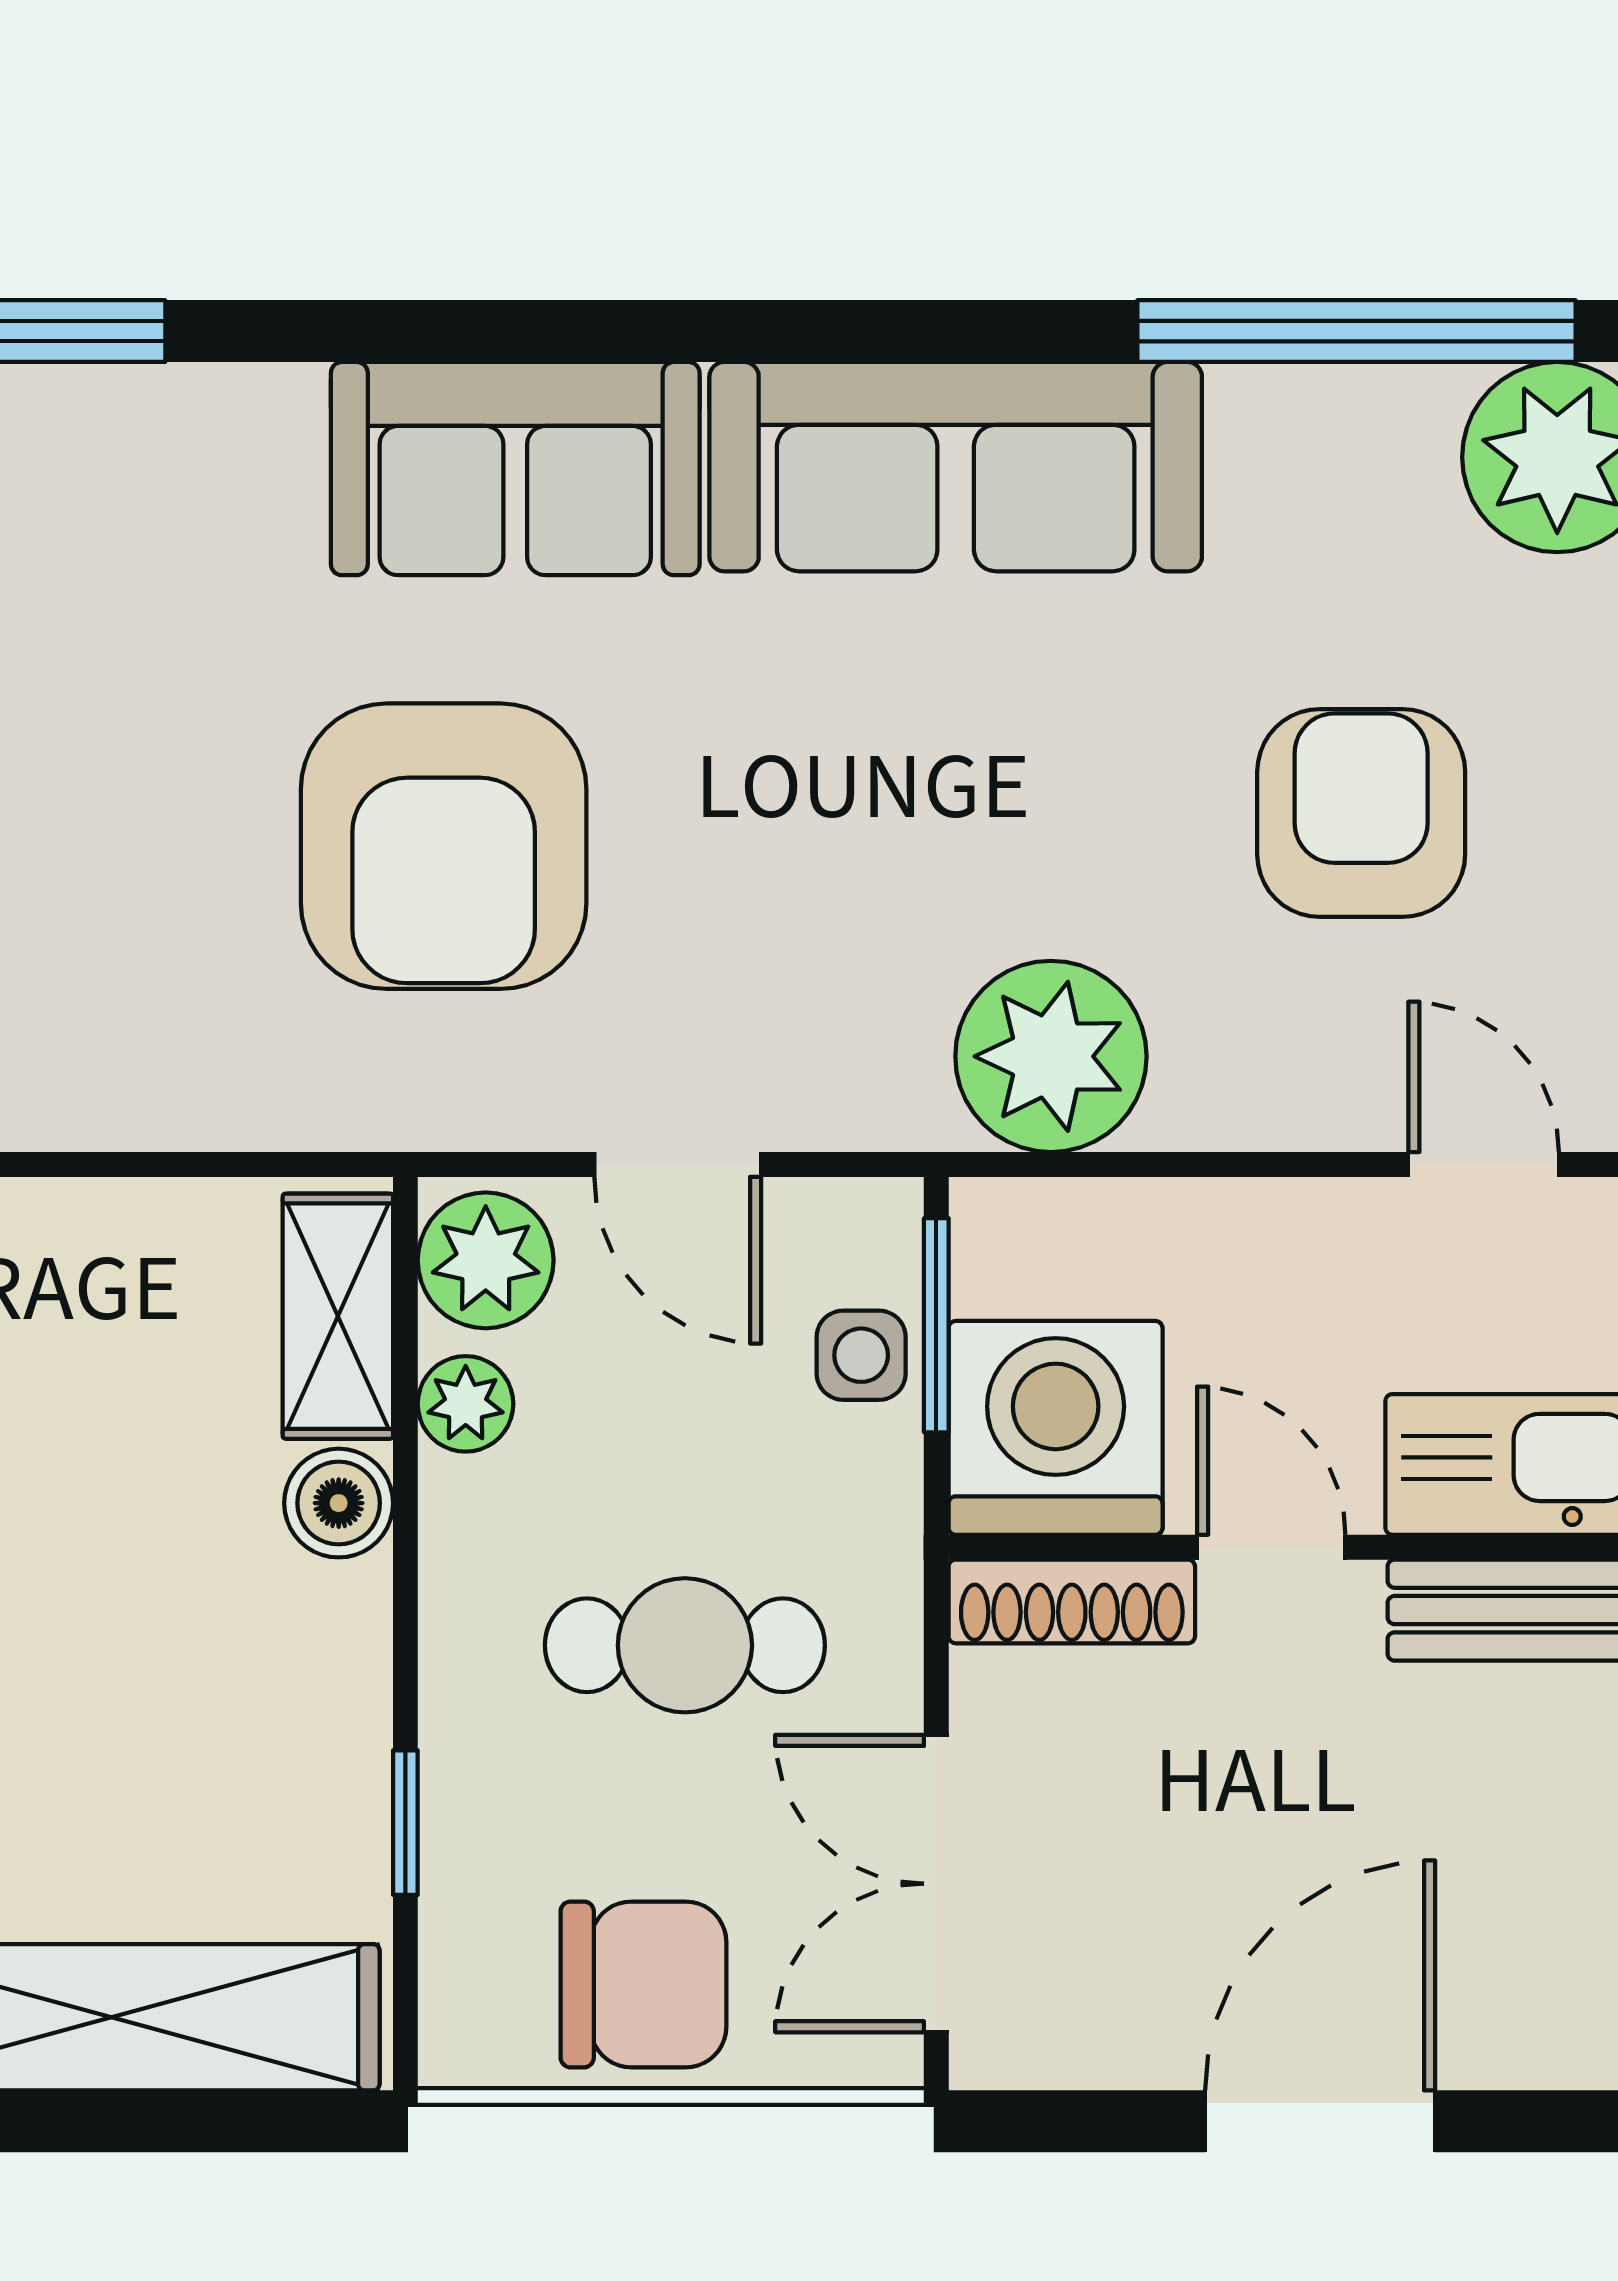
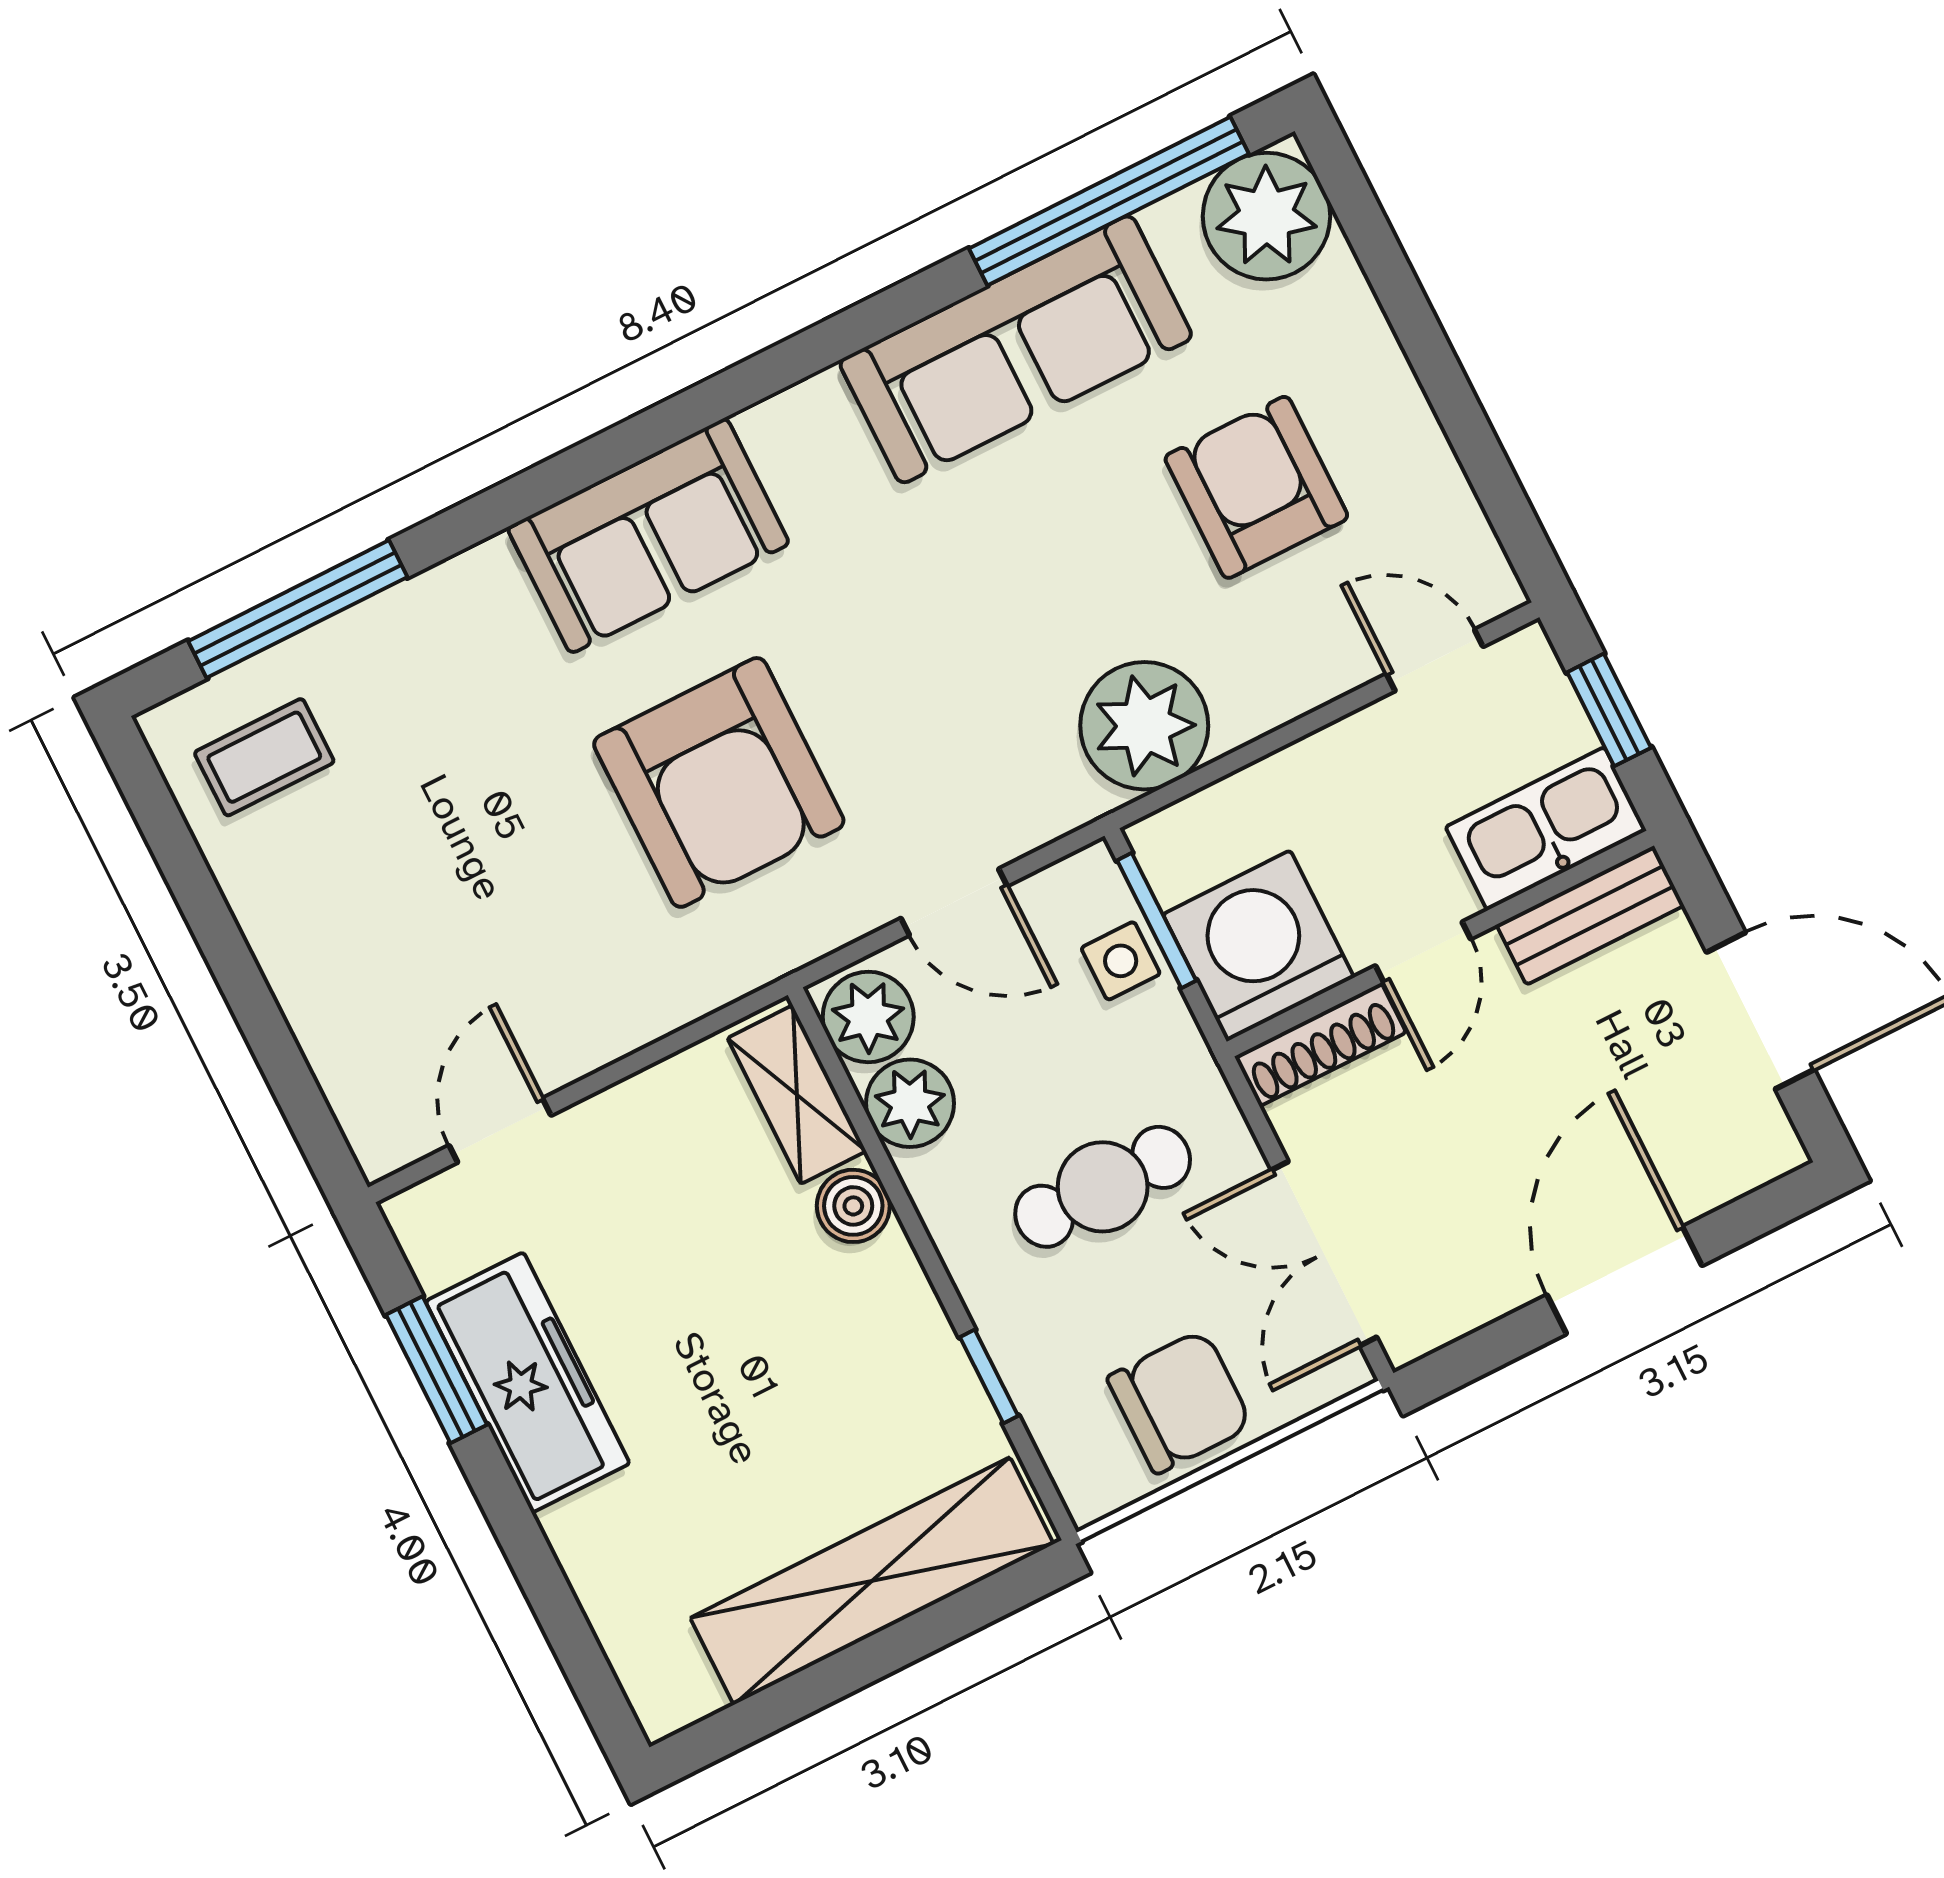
sofa: (956, 467) -> (1016, 349), moved
plant: (466, 1404) -> (910, 1103), width x1.38, depth x1.38
door: (1271, 1547) -> (1423, 952), swing flipped

